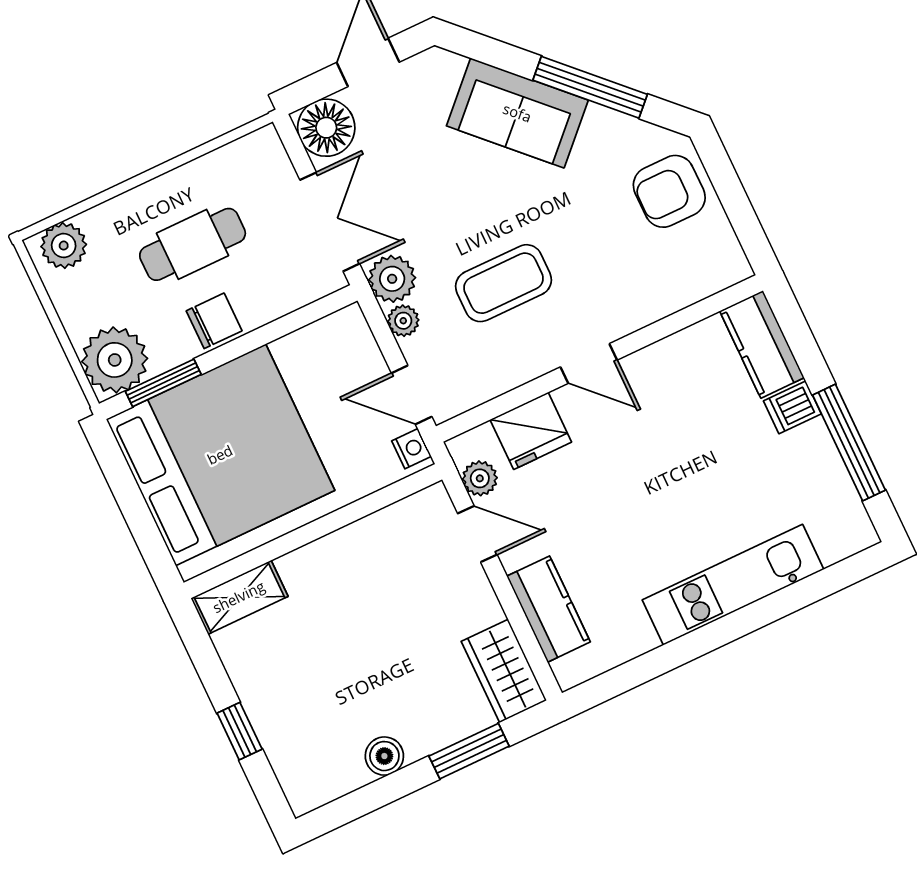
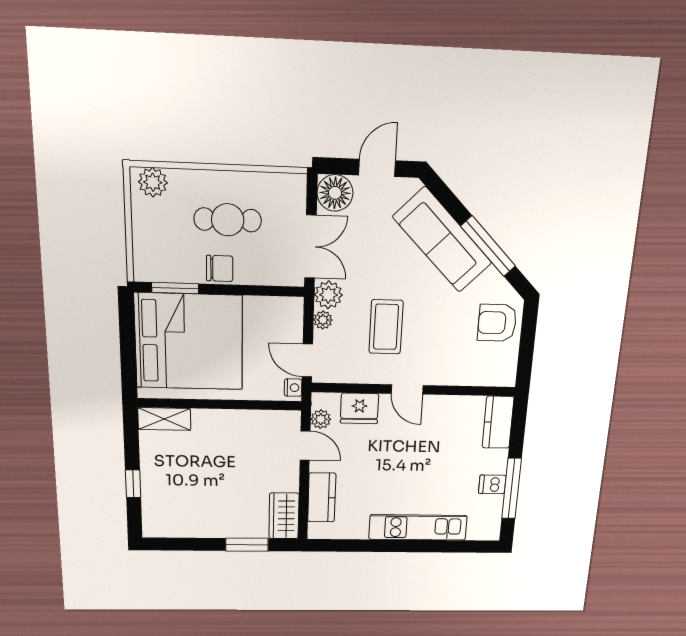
sofa: (517, 113) -> (442, 240), width x1.36
coffee table: (504, 283) -> (386, 327), turned 90
plant: (115, 360) -> (153, 262), removed
dishwasher: (792, 407) -> (492, 484), moved
boiler: (384, 756) -> (203, 528), removed

